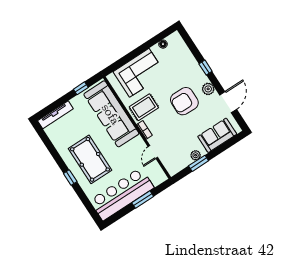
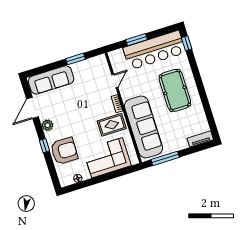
window: (81, 88) -> (165, 158), width x2.17
armchair: (184, 101) -> (64, 151), moved
tv unit: (55, 115) -> (200, 139), width x0.71
sofa: (217, 135) -> (51, 80), width x1.36
plant: (196, 155) -> (76, 67), removed
window: (70, 178) -> (187, 43), moved

